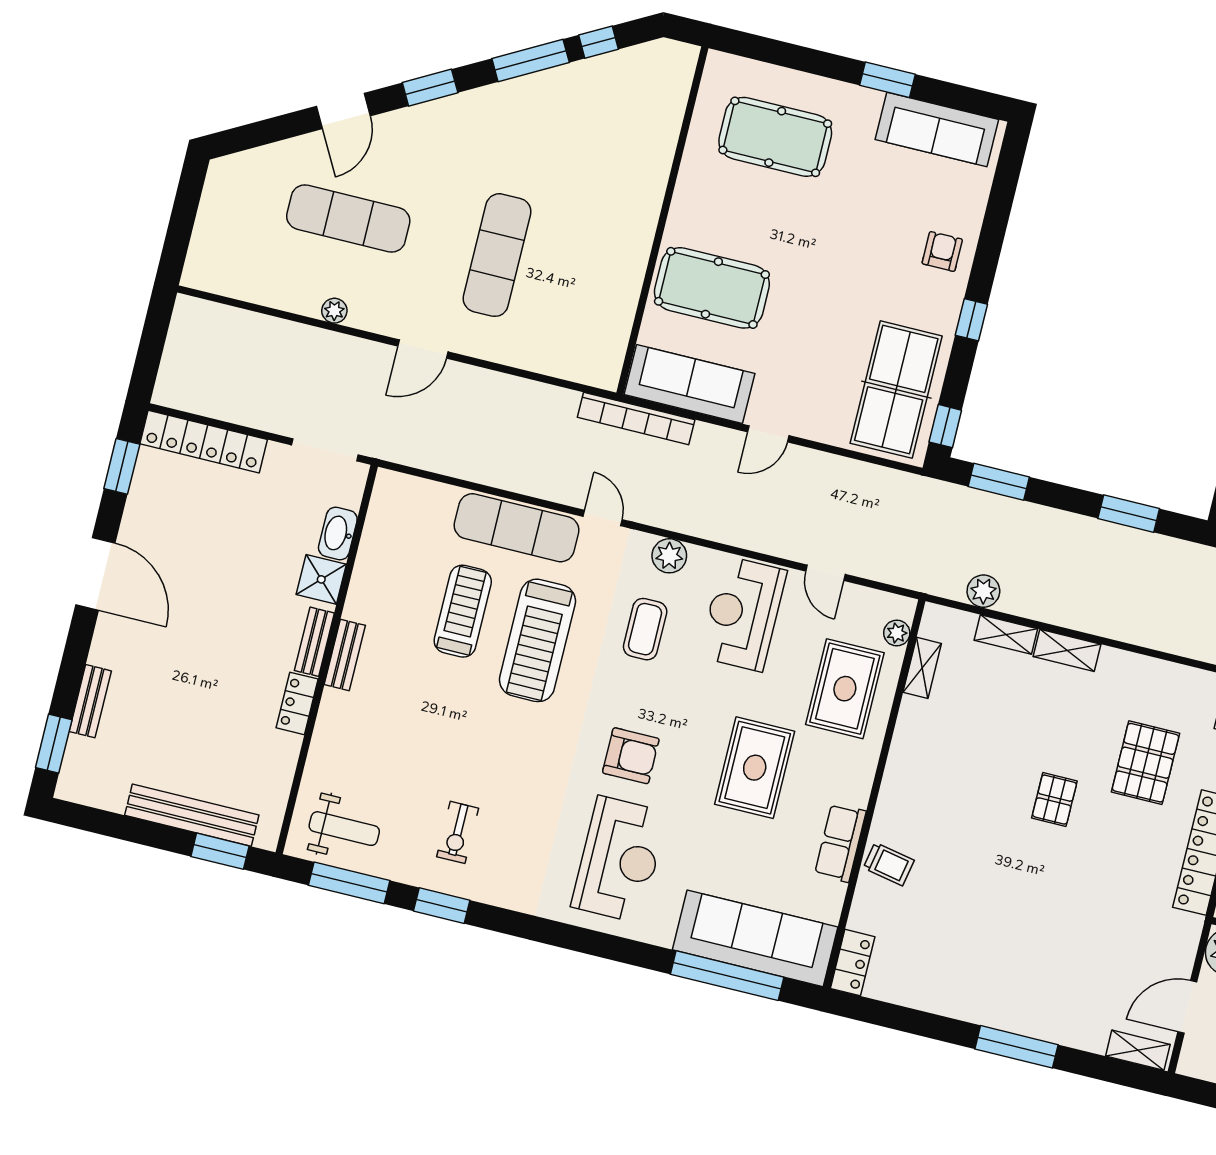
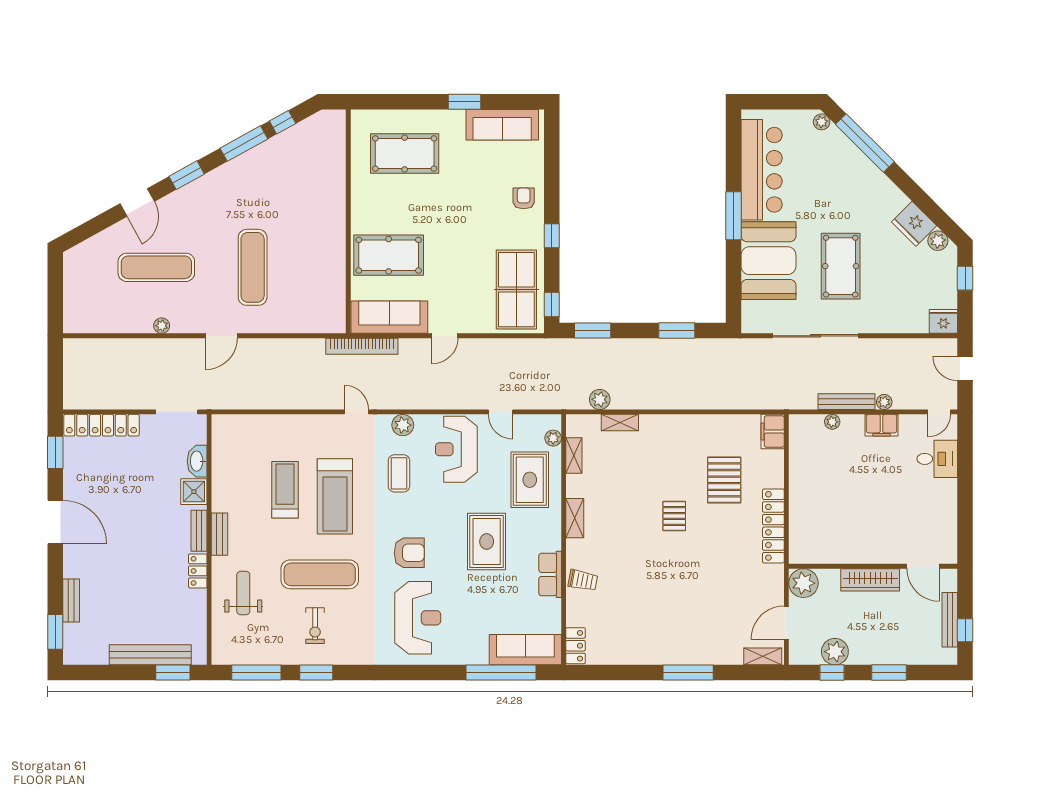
exercise mat: (517, 528) -> (320, 574), moved
shelving: (1067, 650) -> (575, 518), moved, turned 90
weight bench: (344, 829) -> (243, 593), moved, turned -90
sofa: (755, 938) -> (525, 650), width x0.74, depth x0.79

